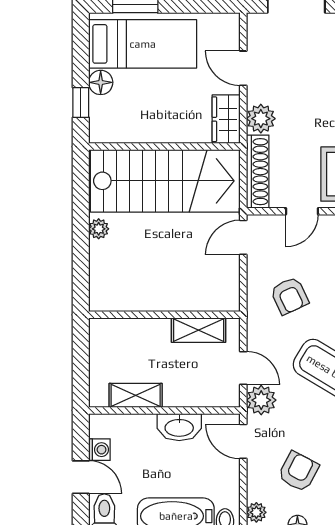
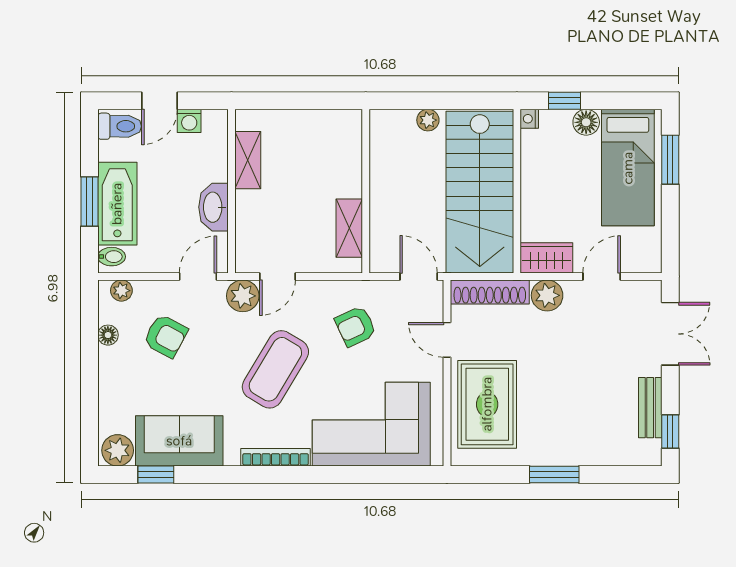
nightstand: (97, 135) -> (529, 119), added
wall: (164, 315) -> (366, 191), moved
shelving: (199, 330) -> (349, 228), moved

